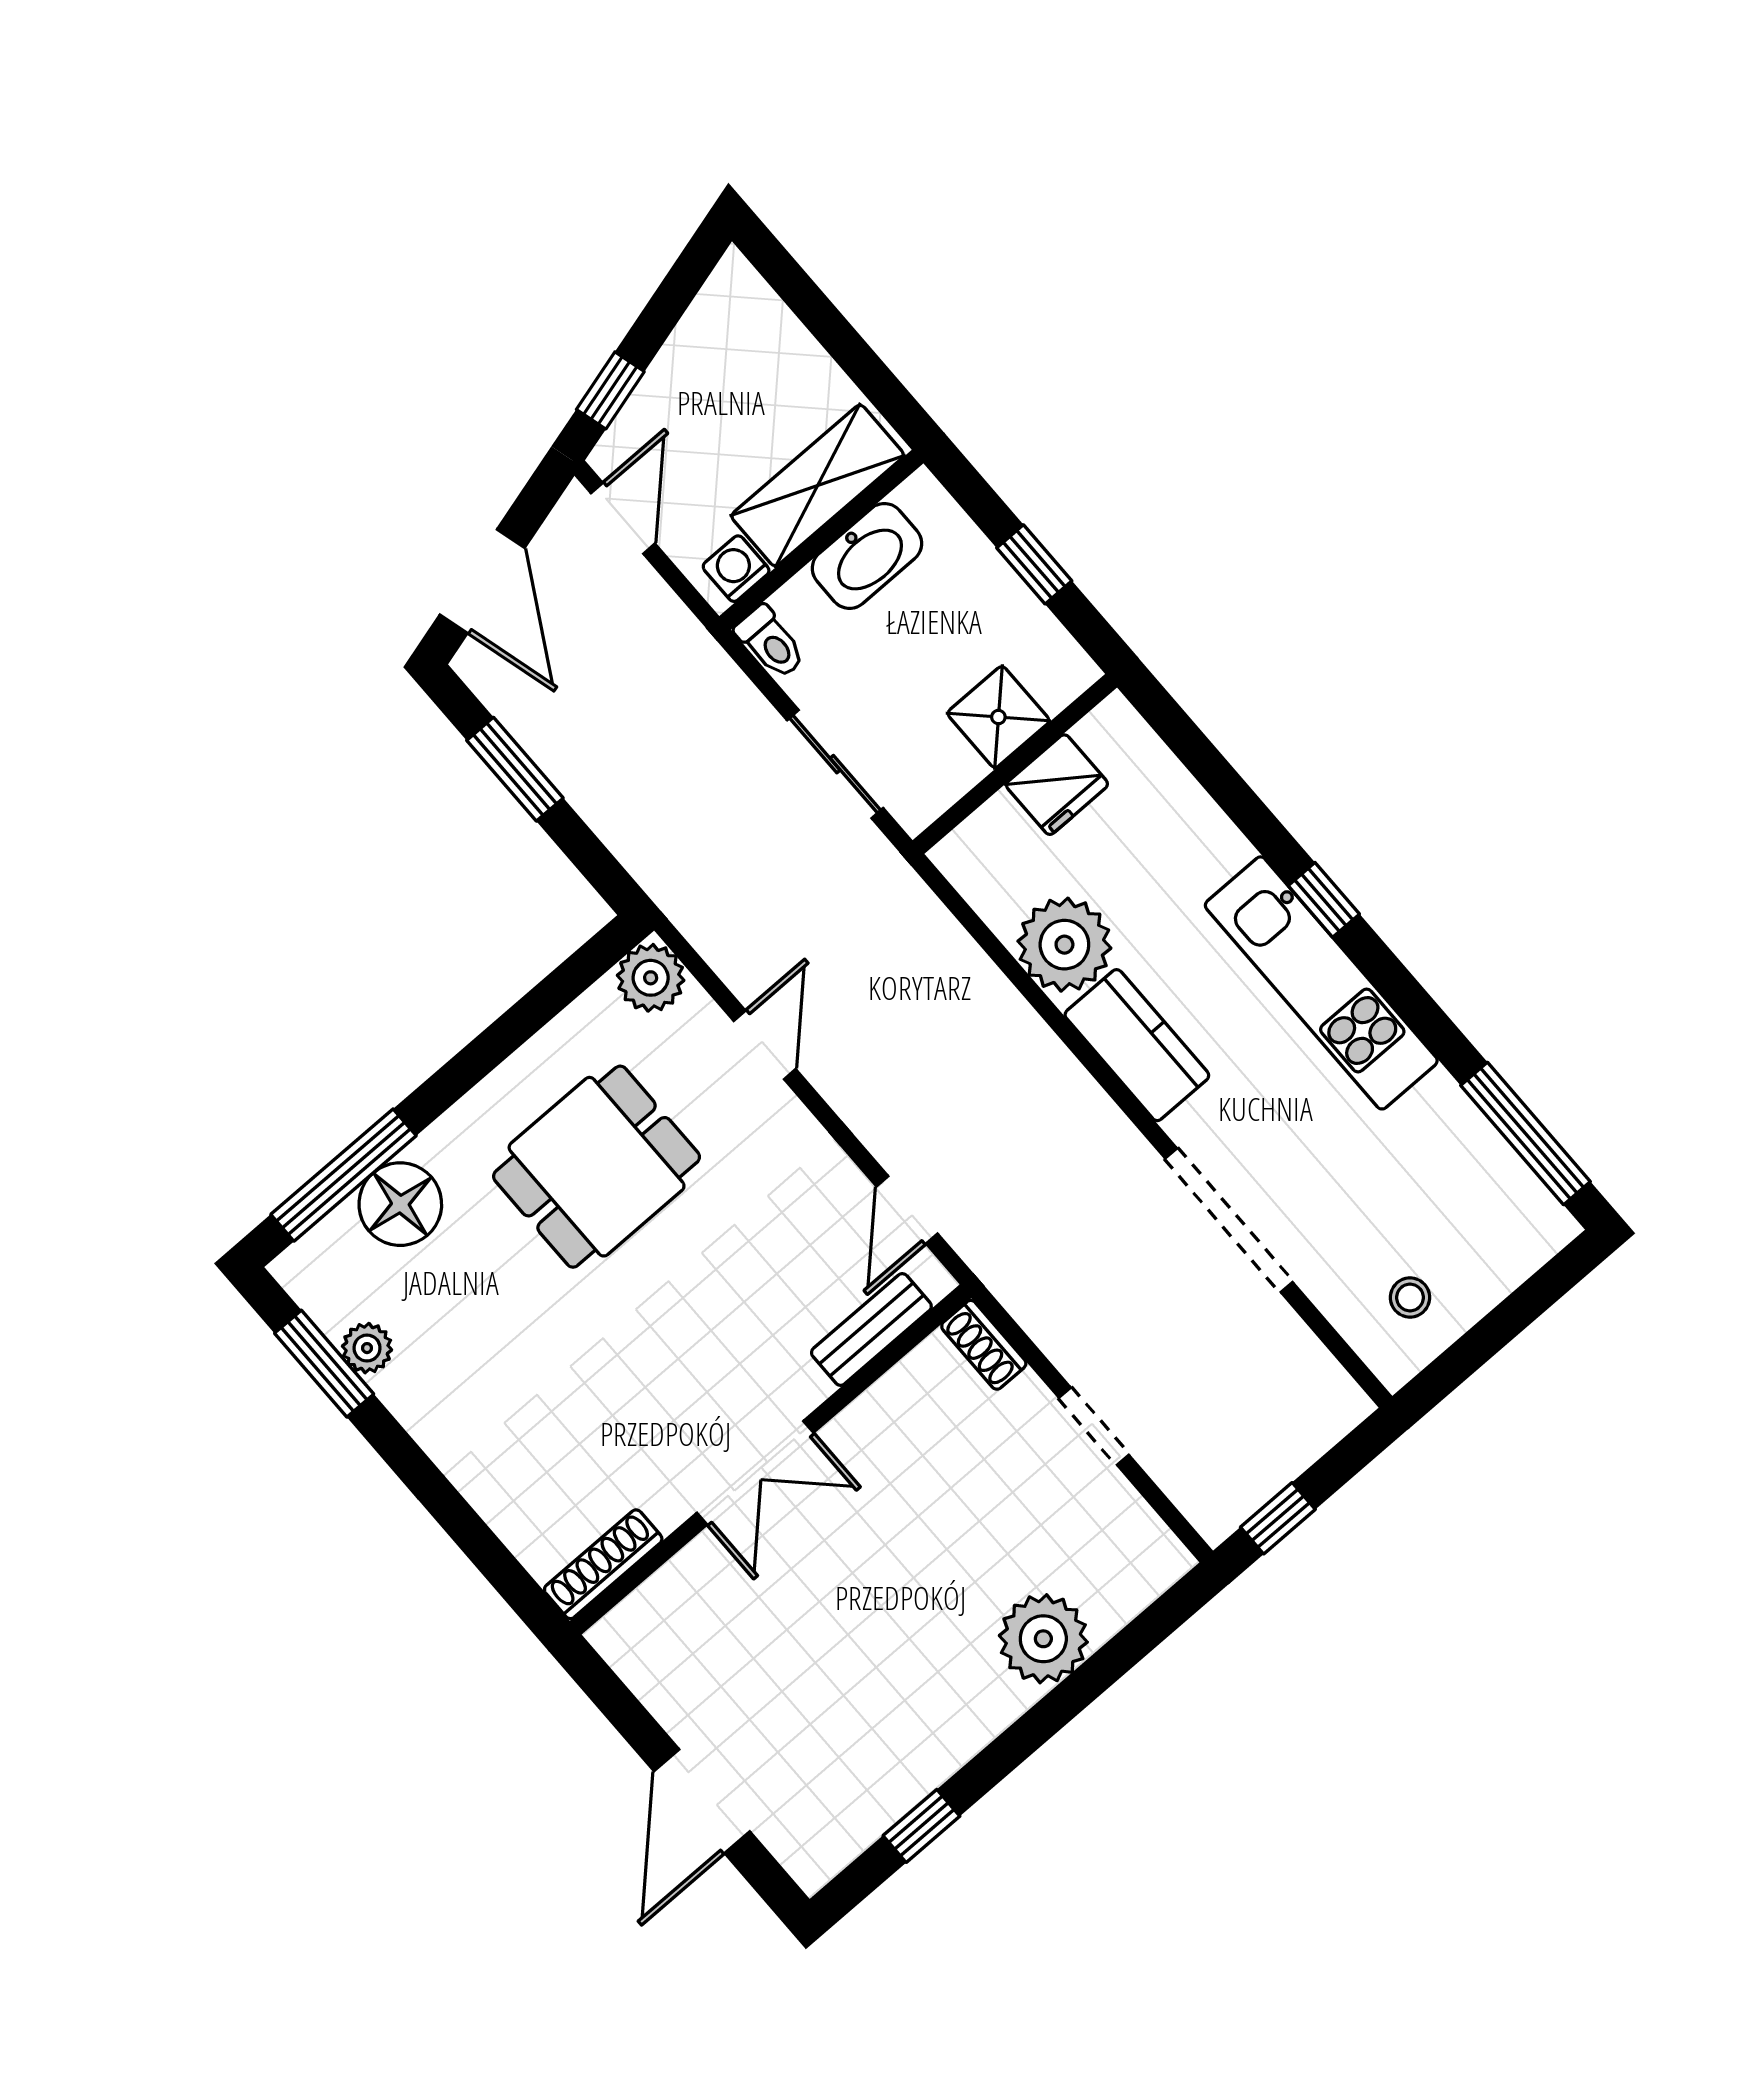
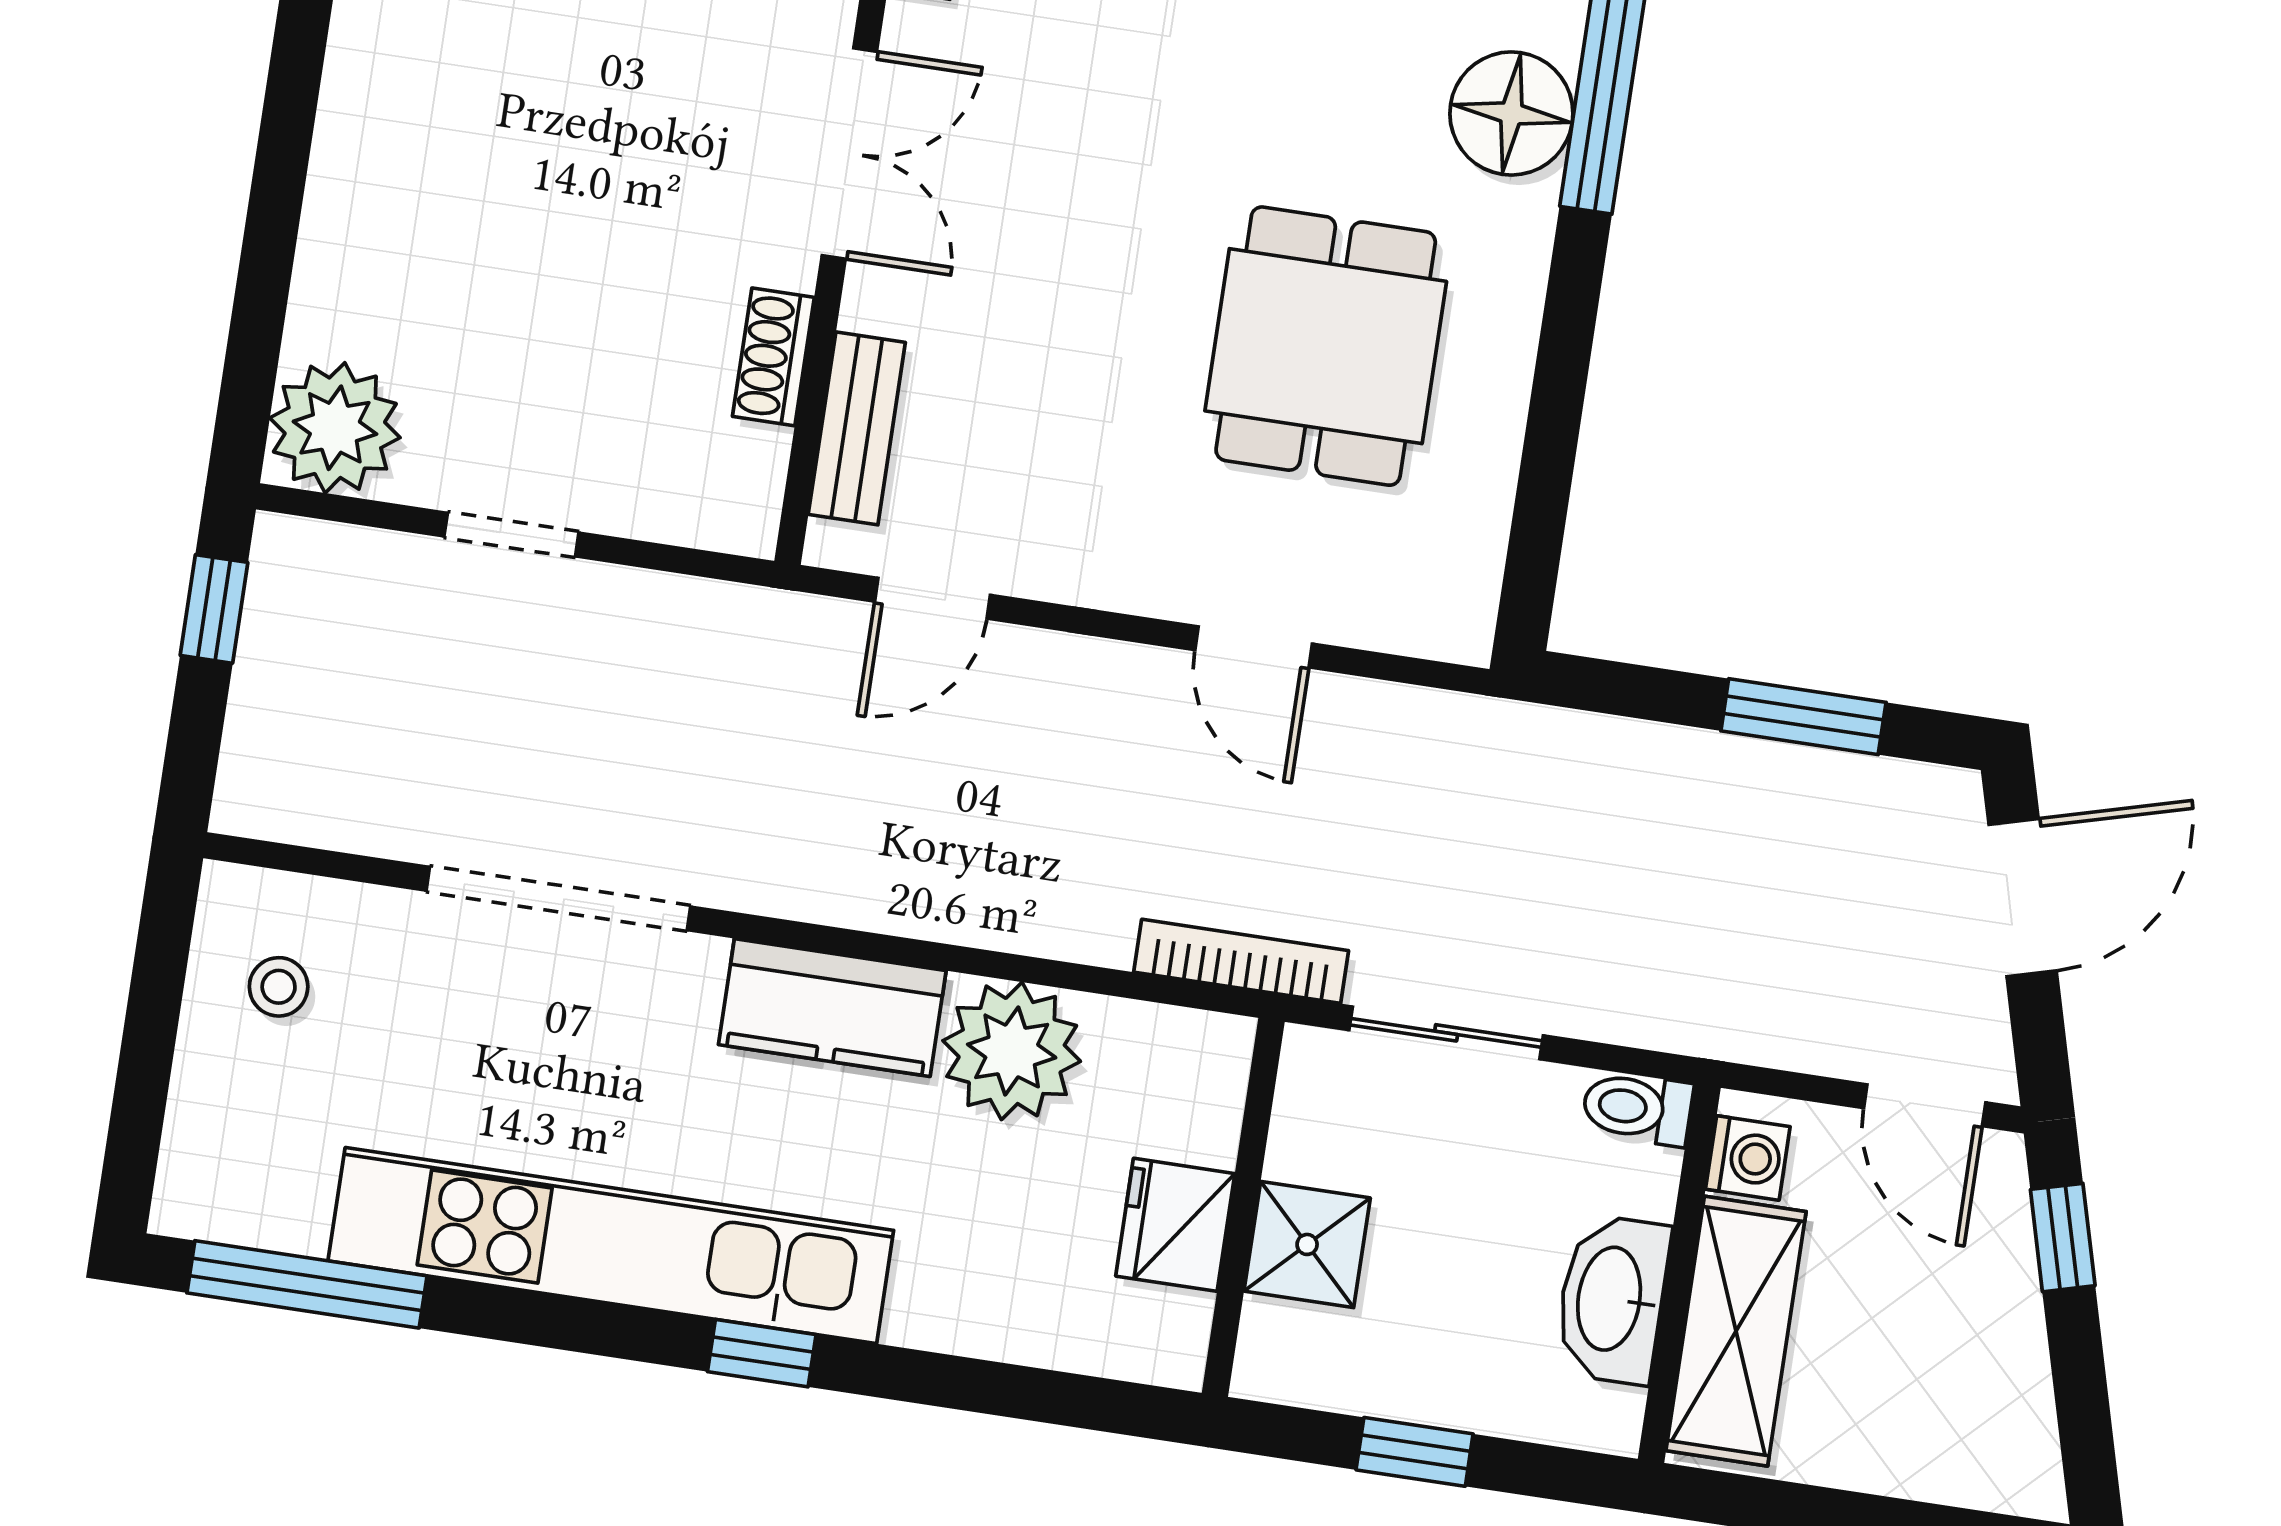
door: (482, 581) -> (2023, 898), swing flipped
bookcase: (908, 890) -> (1241, 961), added
plant: (651, 978) -> (1448, 612), removed
kitchen unit: (1321, 983) -> (611, 1246), width x1.36
door: (907, 1210) -> (932, 598), swing flipped
shoe rack: (984, 1345) -> (773, 357), moved, turned -90
double door: (755, 1473) -> (849, 153), swing flipped
plant: (1043, 1639) -> (335, 428), moved

